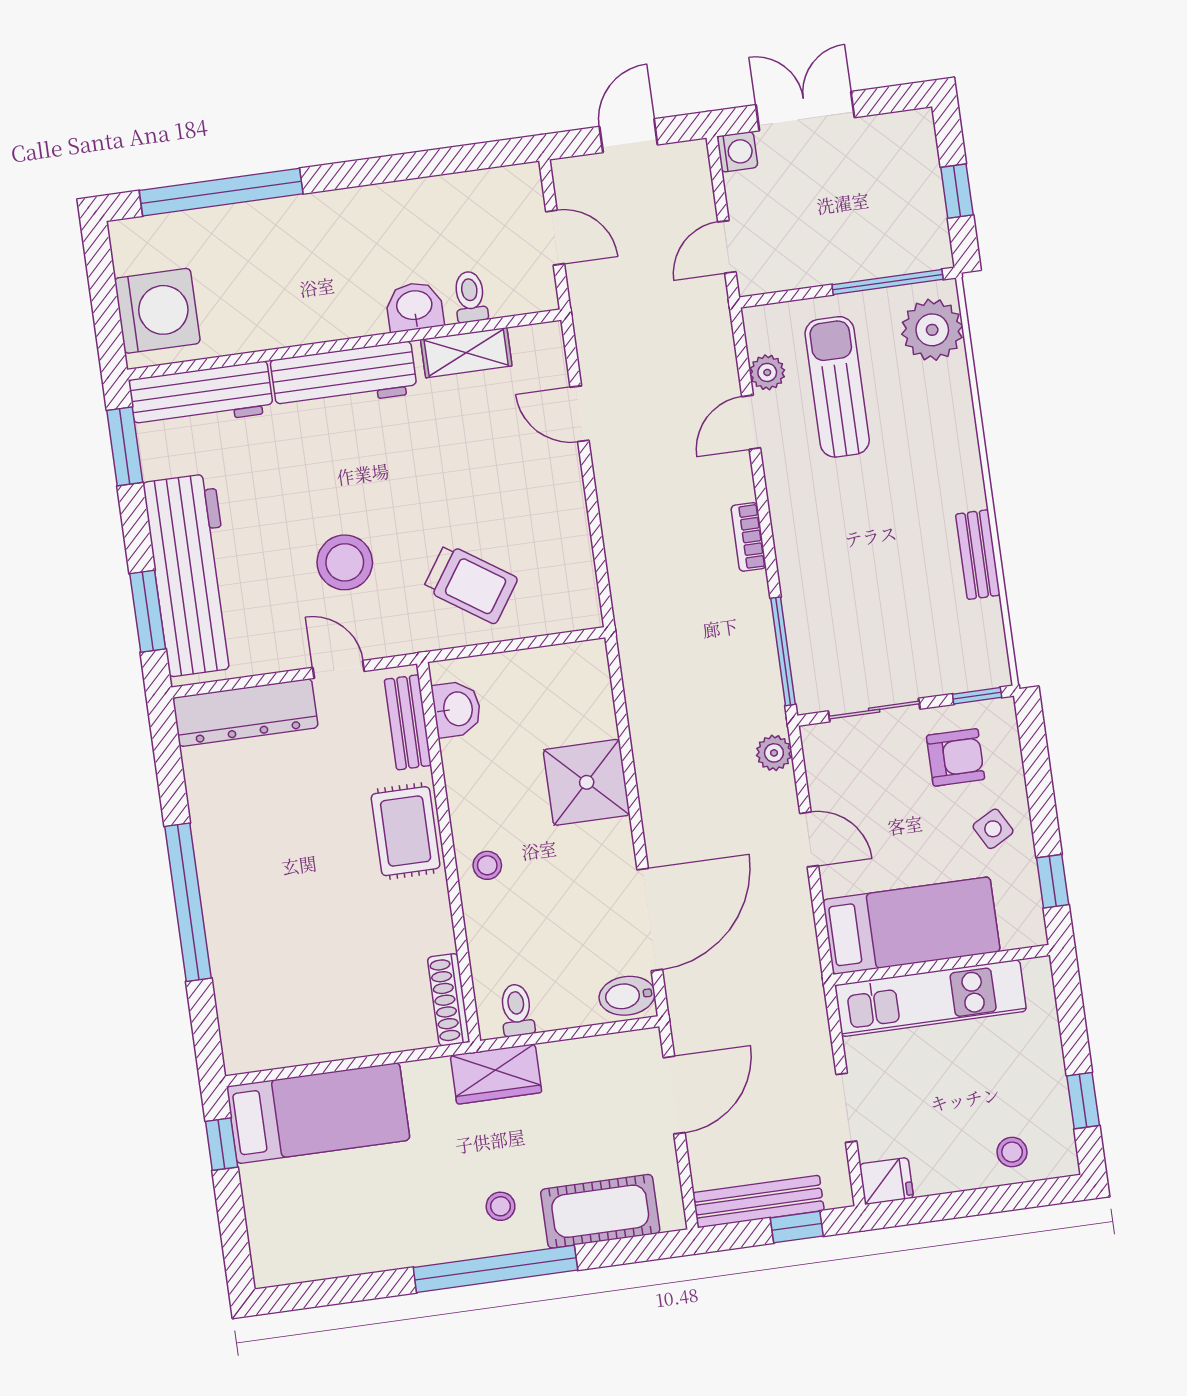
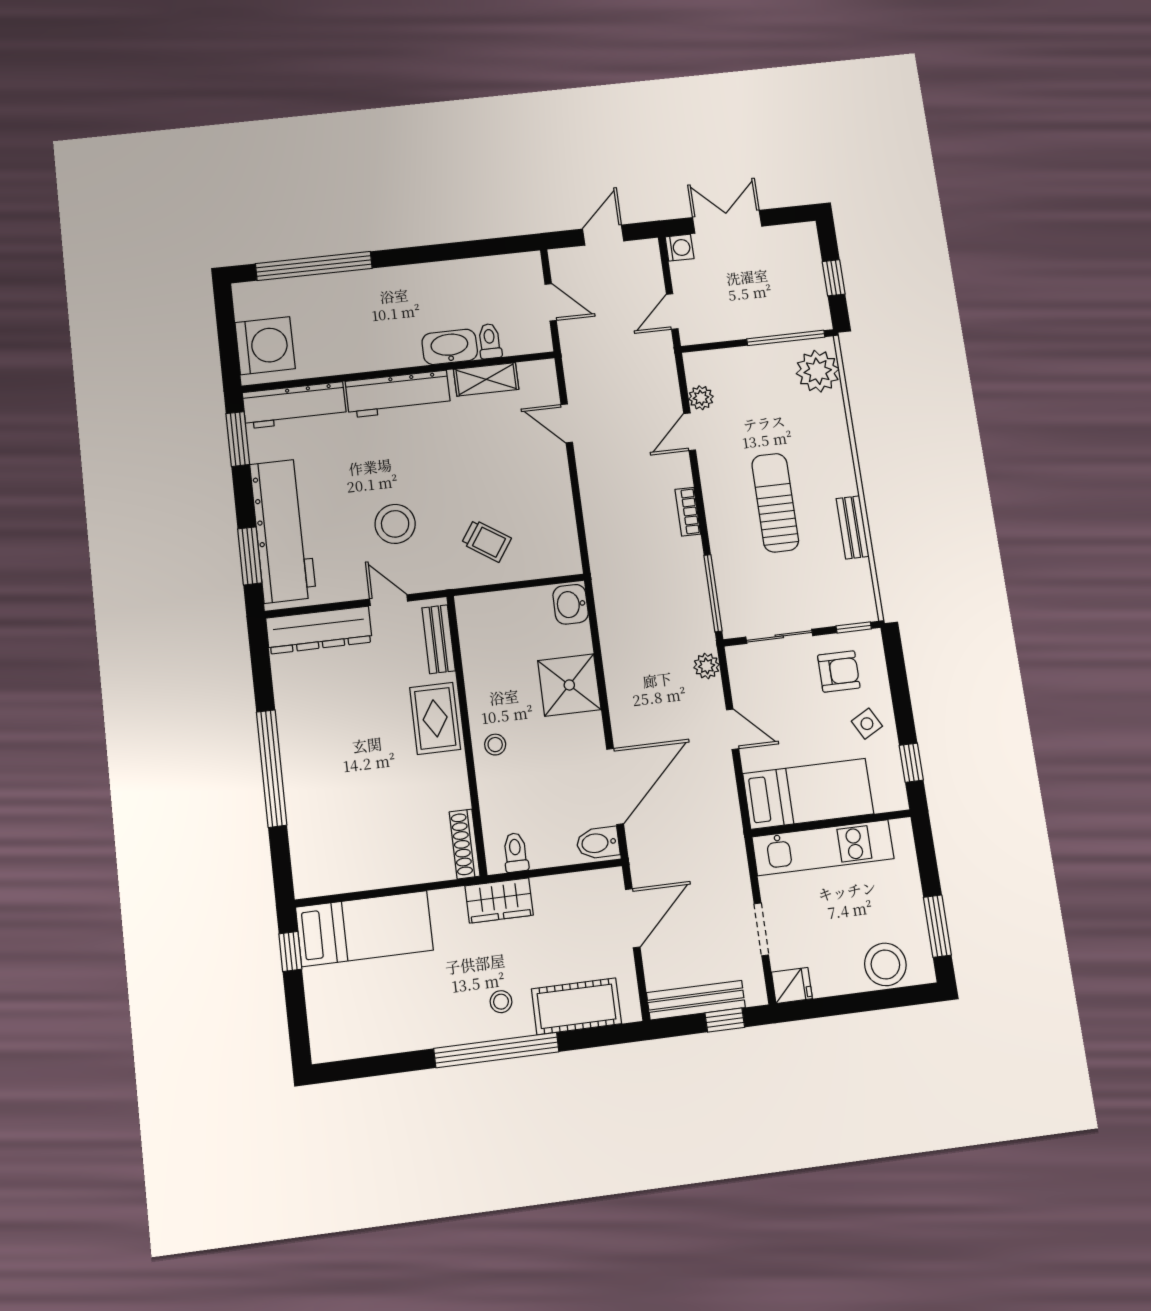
washbasin: (414, 306) -> (450, 347), width x1.38
sun lounger: (837, 387) -> (775, 503), moved
trolley: (470, 584) -> (486, 541), width x0.73, depth x0.72
washbasin: (457, 709) -> (571, 604), moved, turned 180
window: (1083, 1101) -> (937, 926), width x1.50
stool: (1012, 1152) -> (885, 964), width x1.89, depth x1.89

